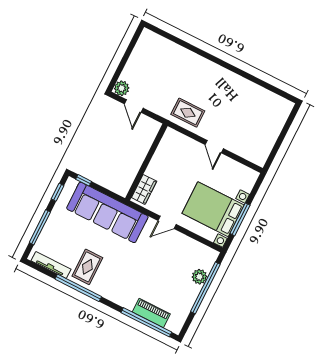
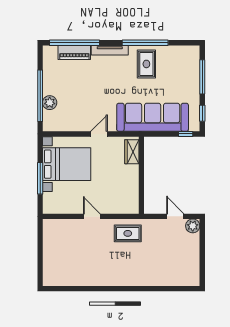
window: (240, 219) -> (40, 178), moved
tv unit: (51, 265) -> (110, 50), moved

